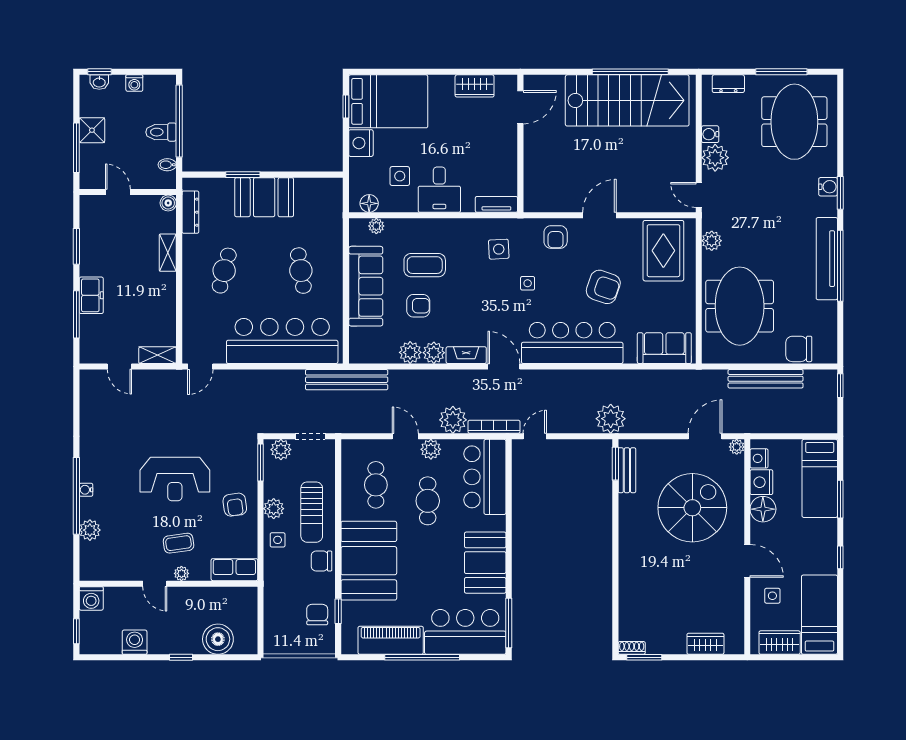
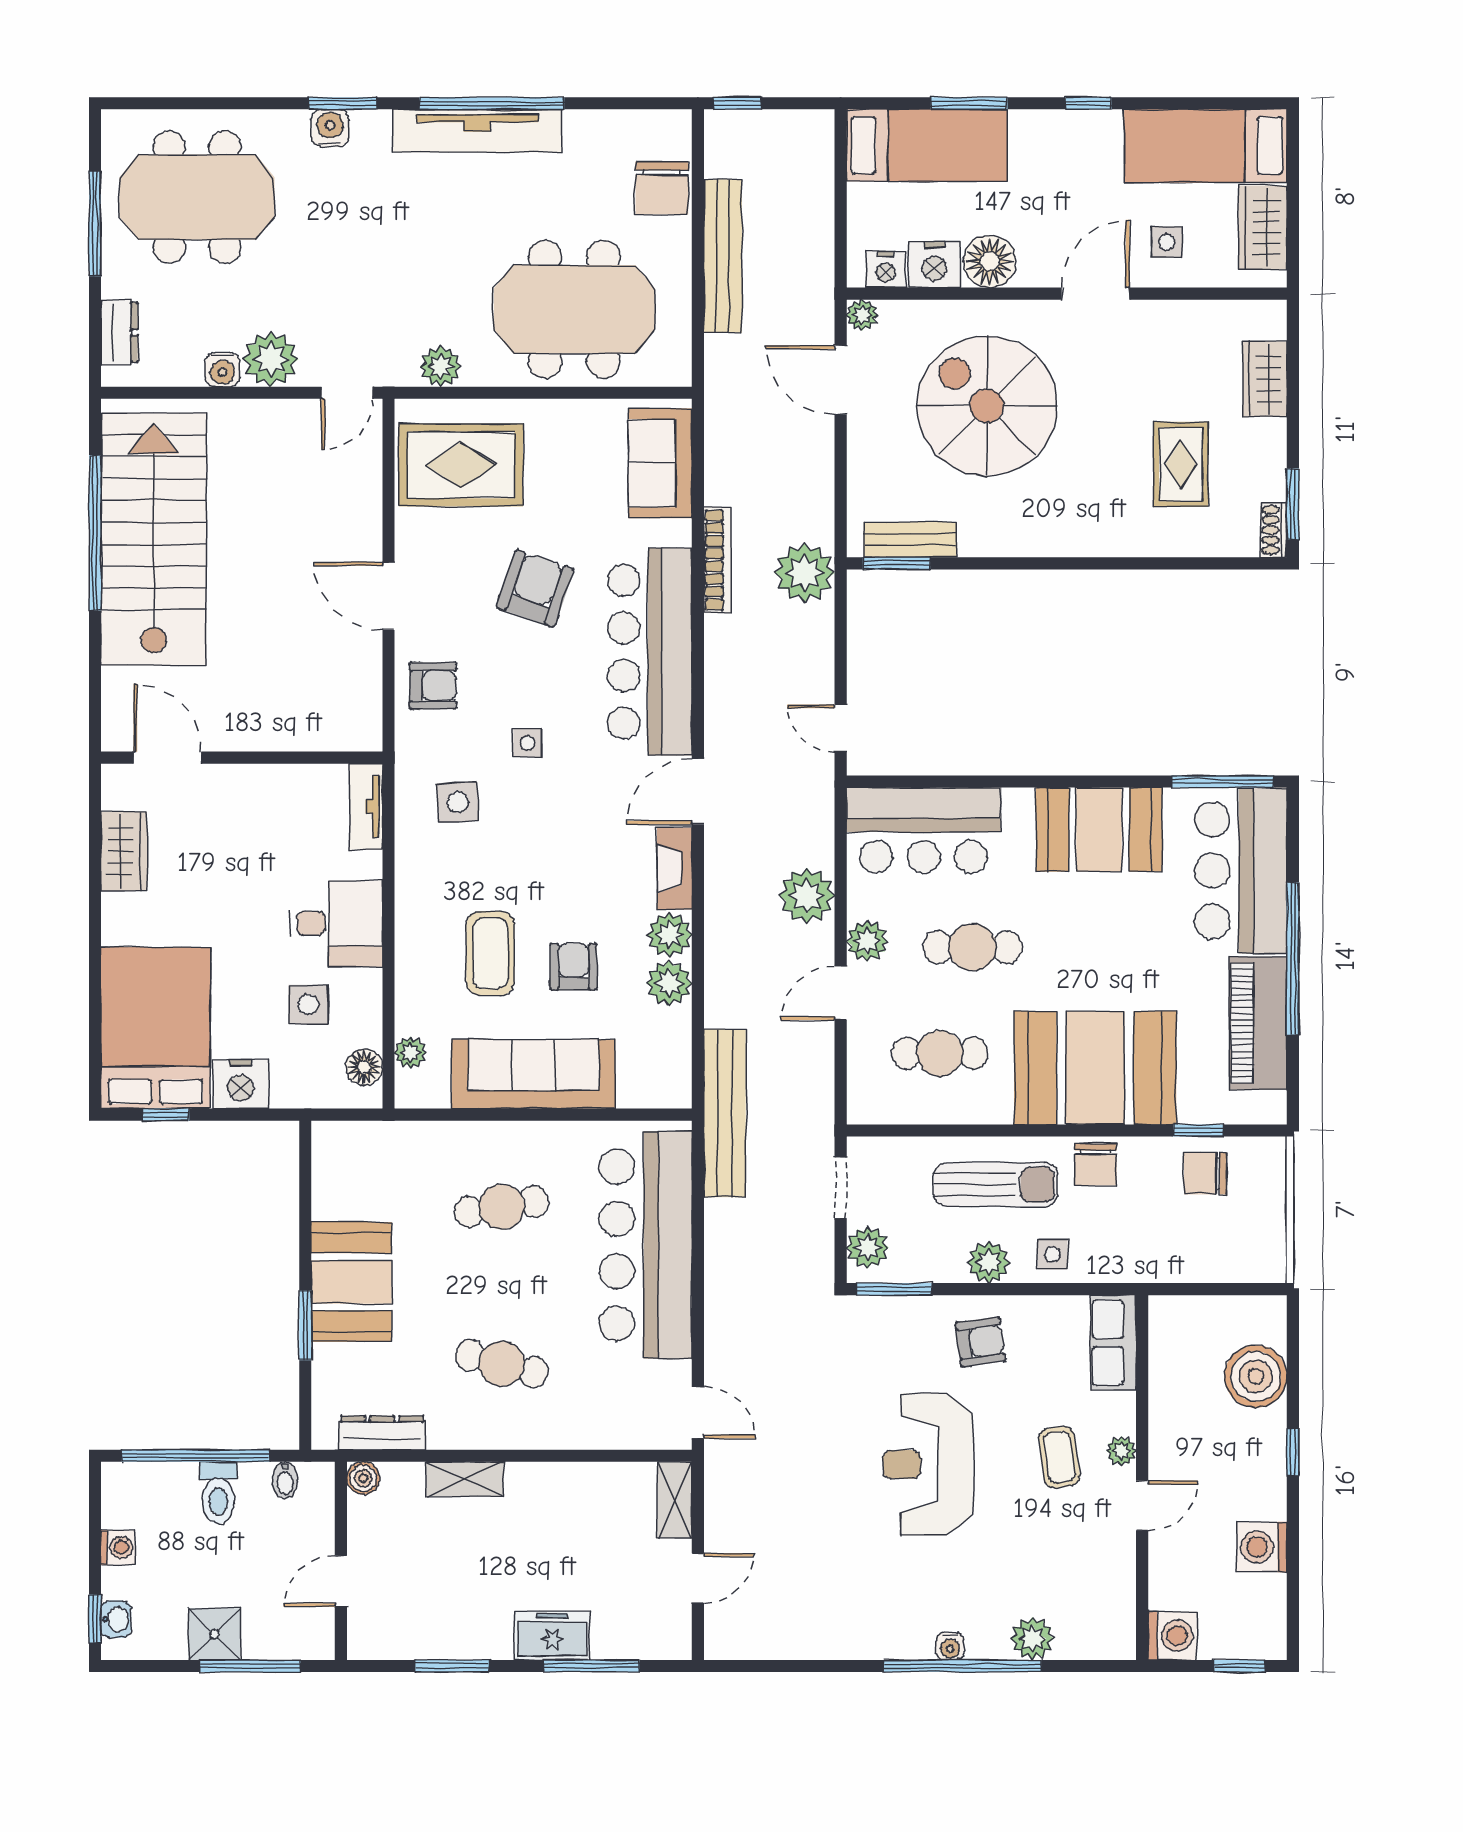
bookcase: (494, 427) -> (717, 560), moved, turned 180
reception desk: (175, 479) -> (928, 1464), turned 180
rug: (664, 603) -> (1181, 464), added

